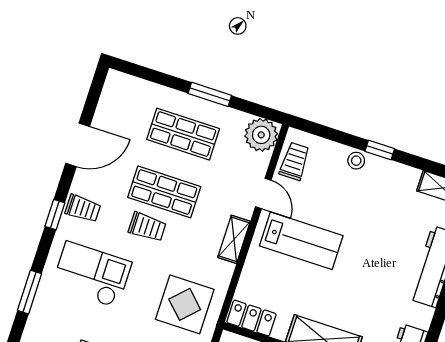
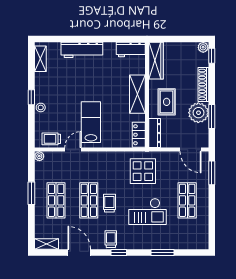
plant: (261, 135) -> (39, 156), width x0.53, depth x0.53
shelving: (234, 239) -> (46, 244), moved
checkout: (92, 275) -> (147, 212), moved, turned -90

